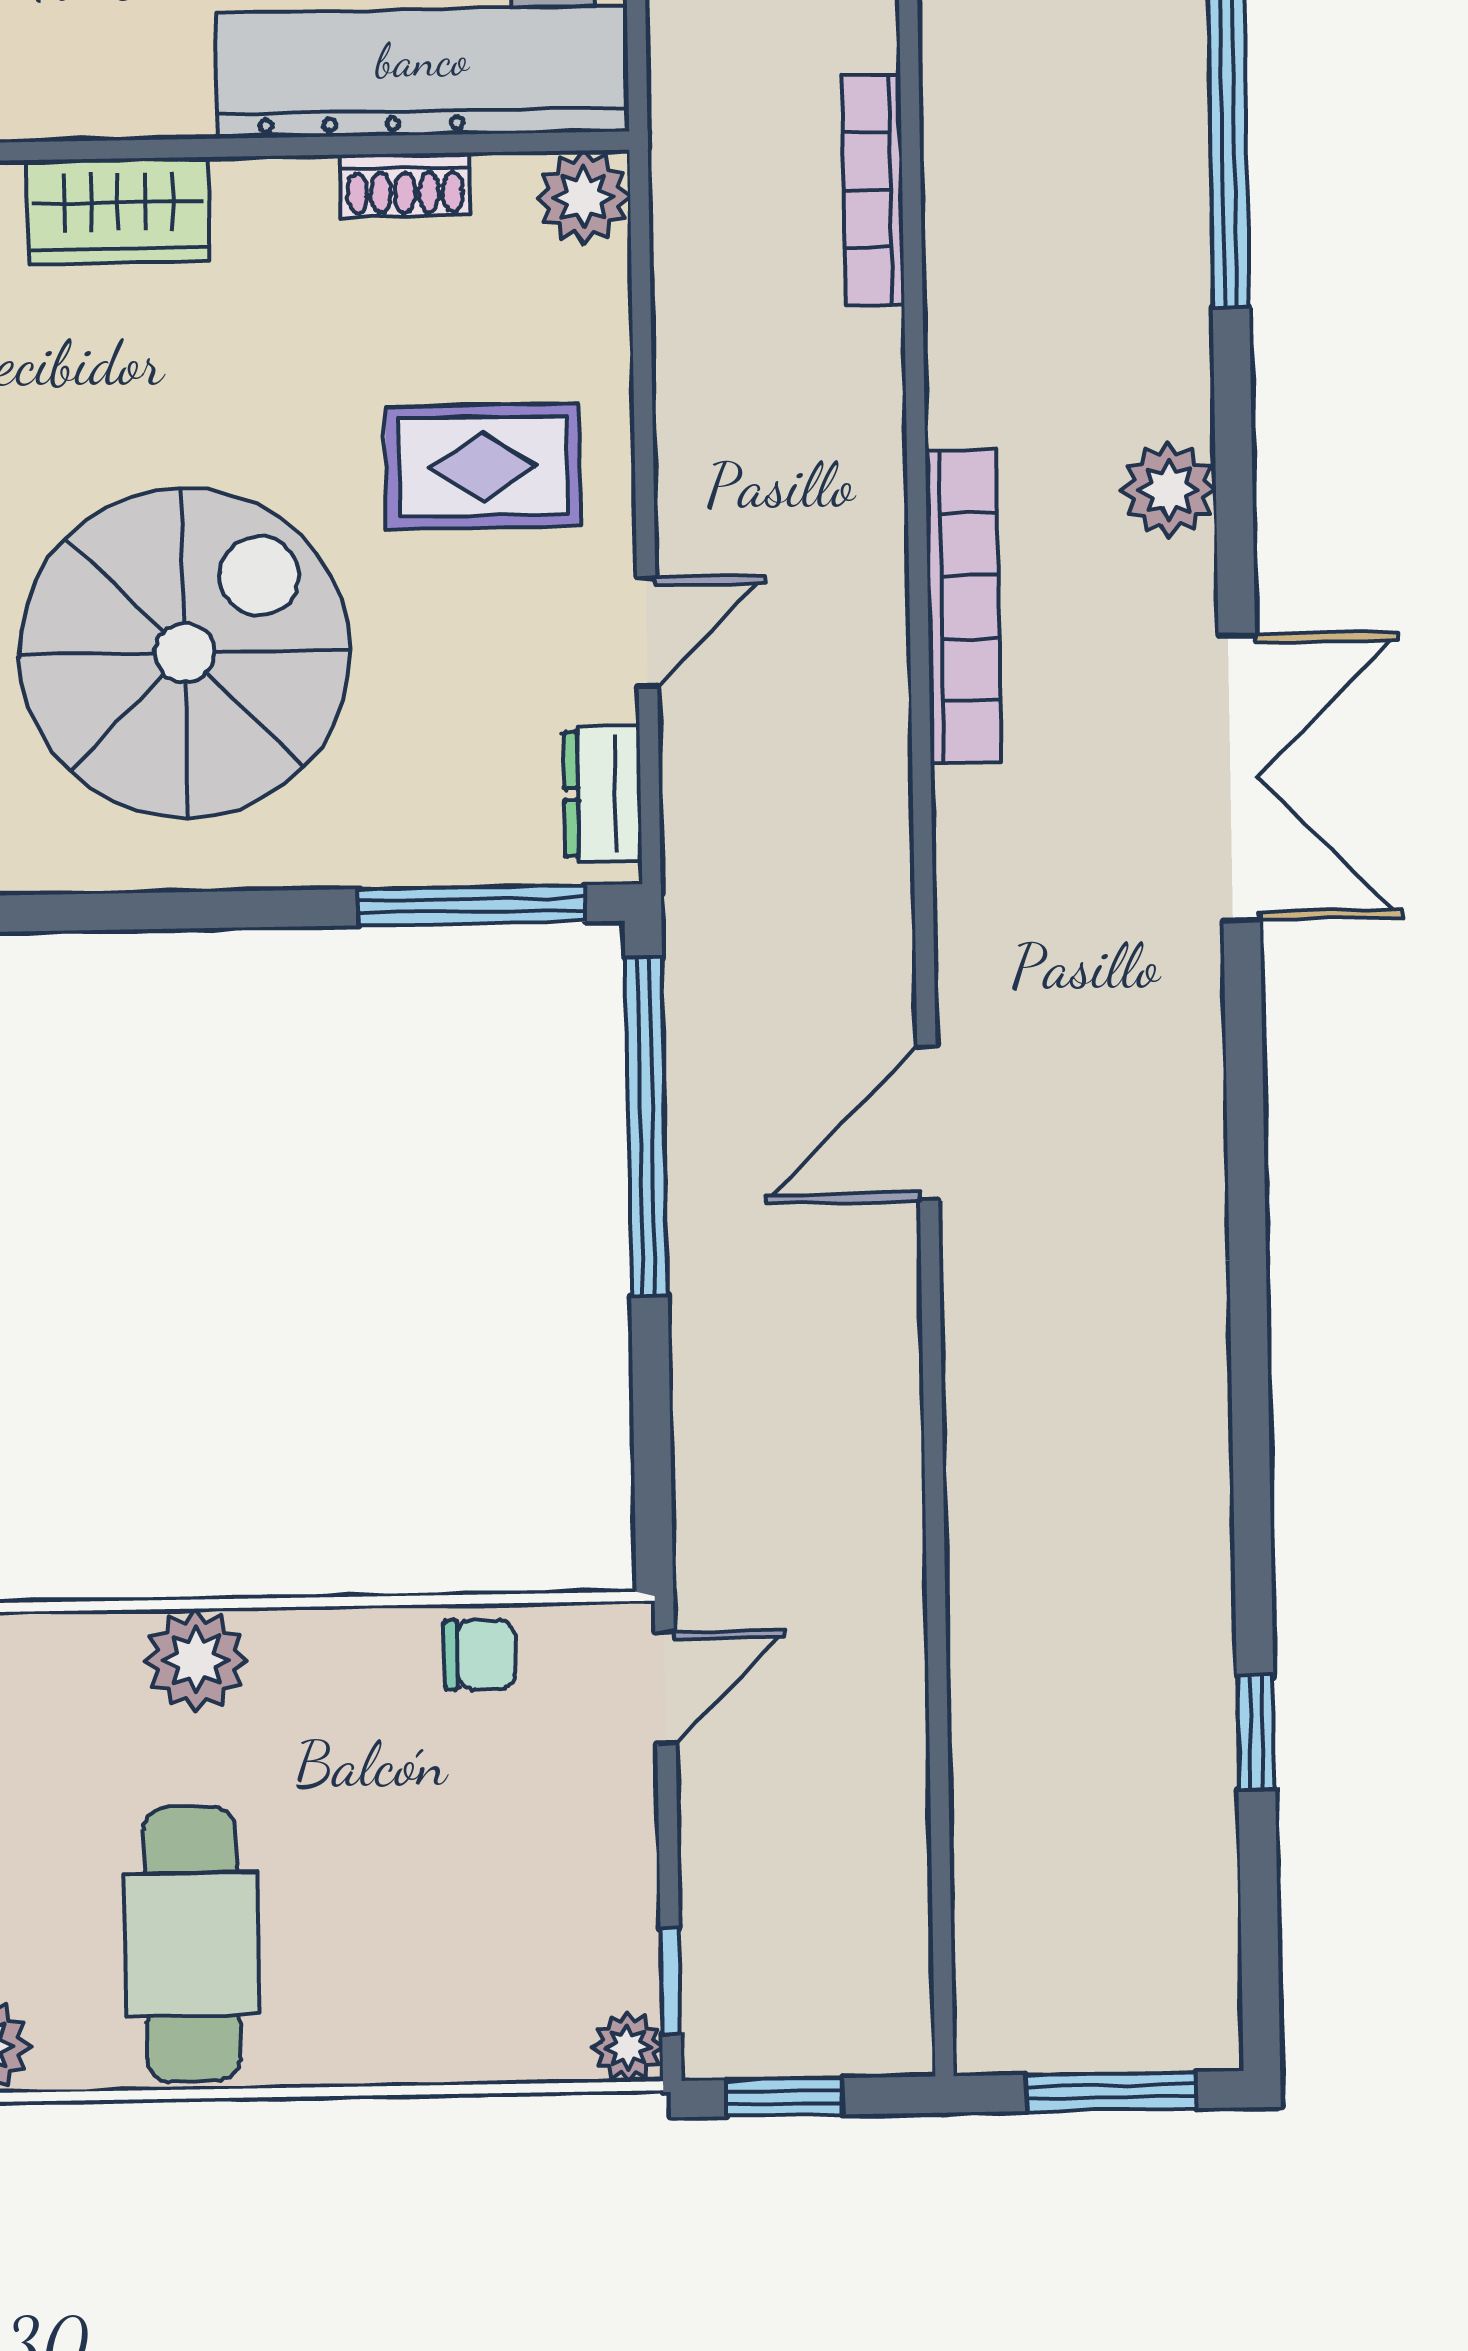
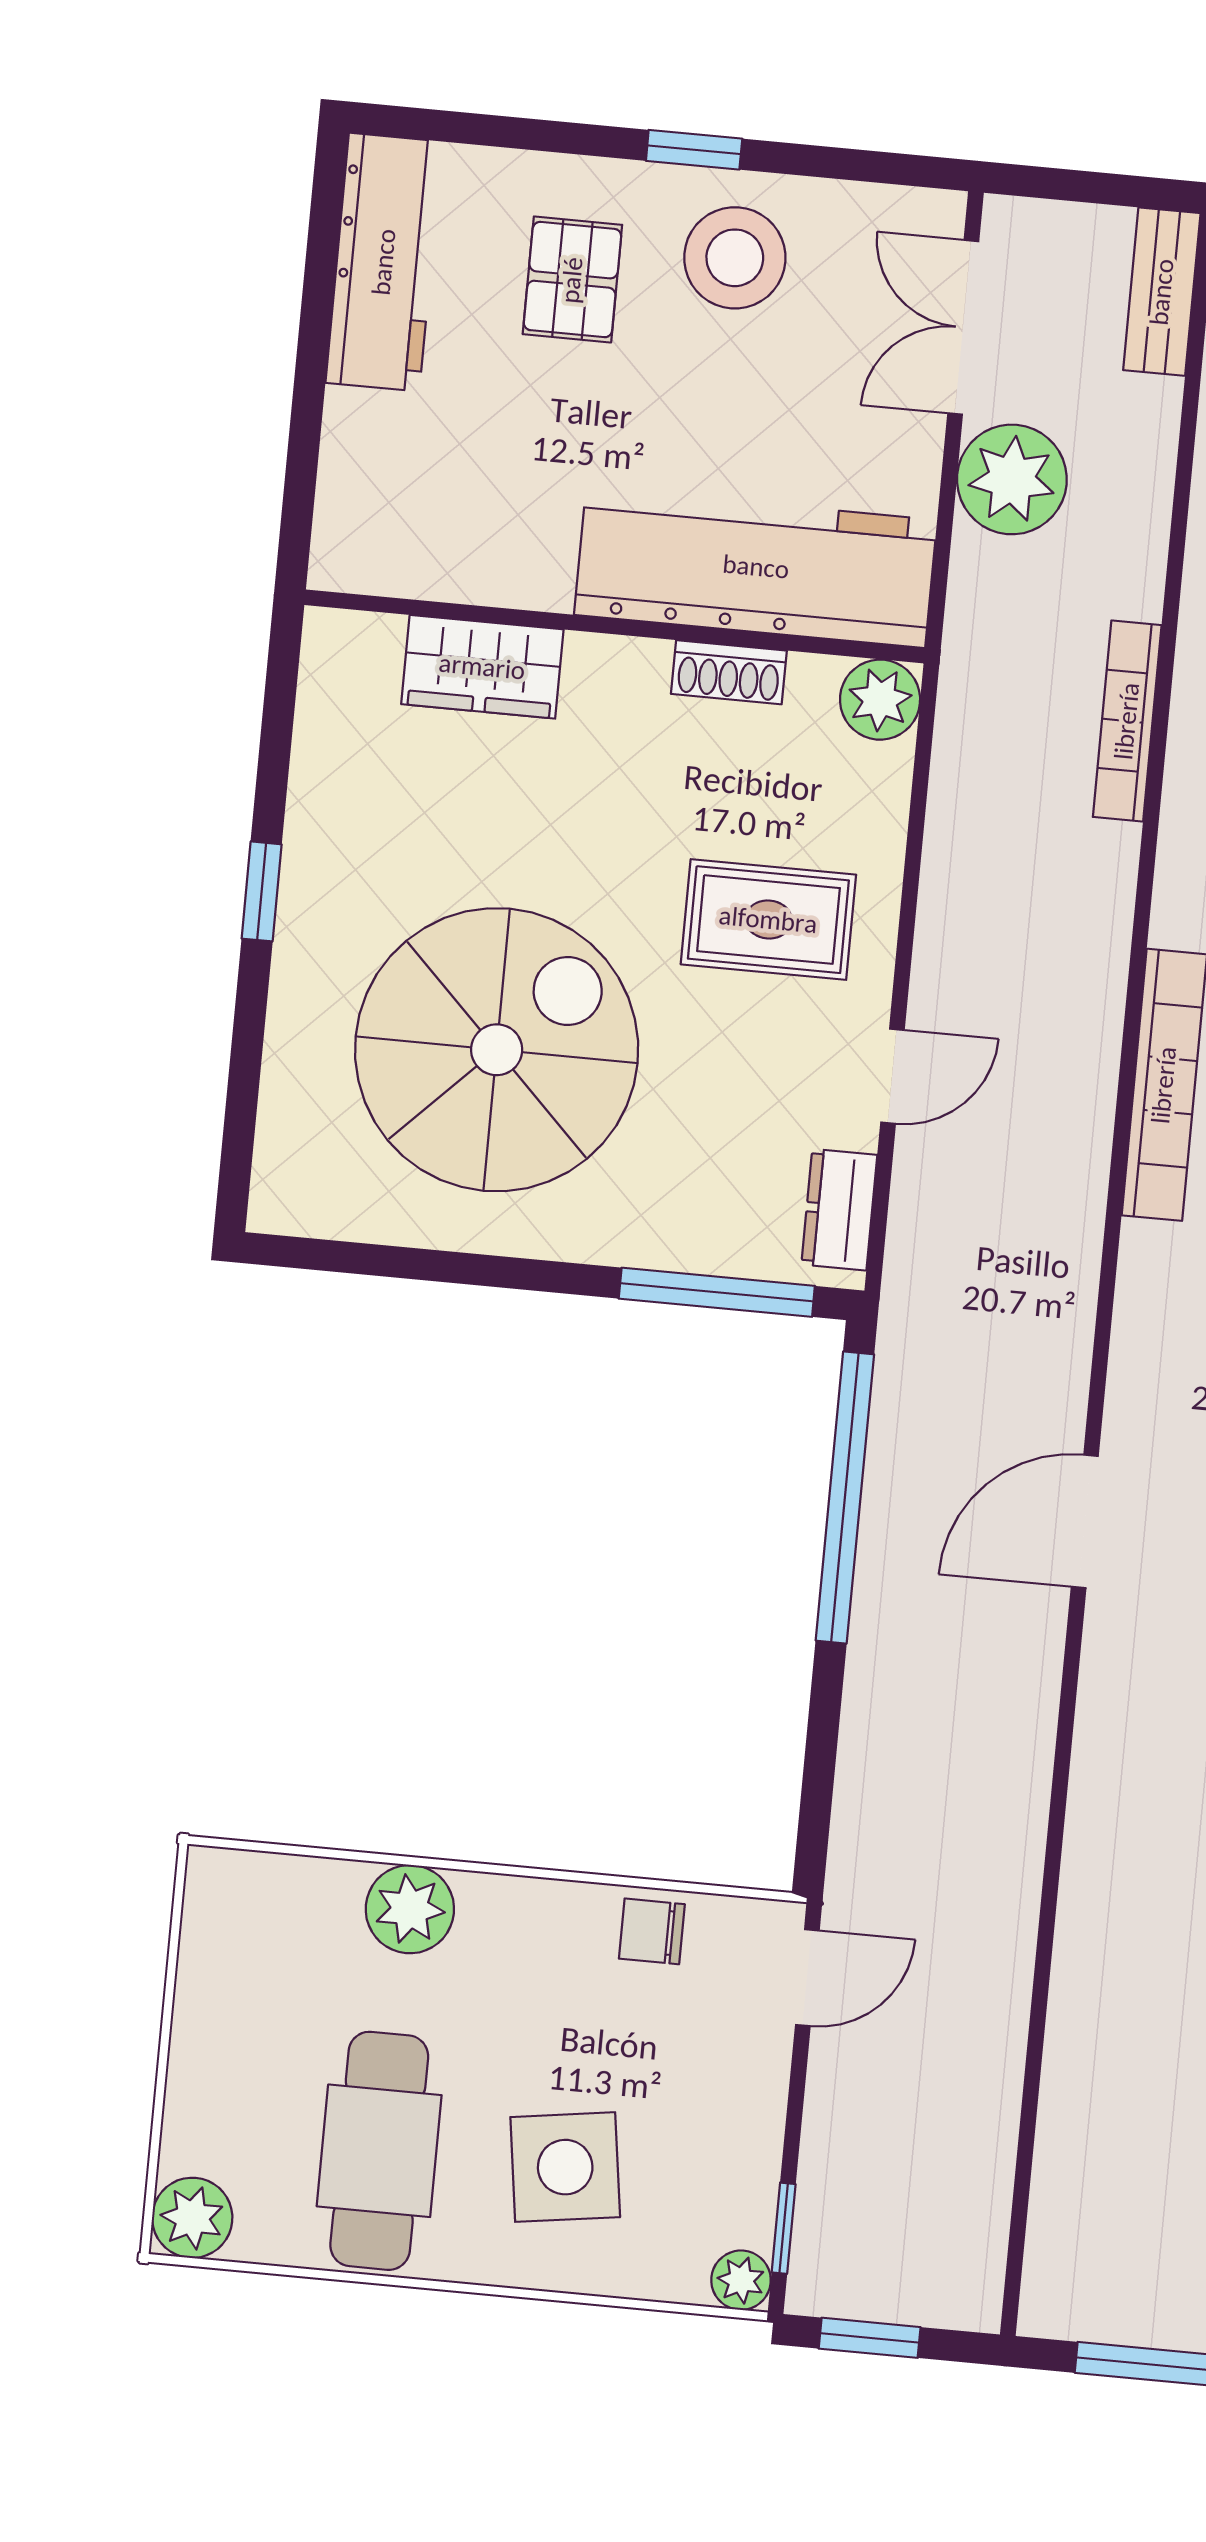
chair: (479, 1655) -> (652, 1931), turned 180
side table: (409, 1939) -> (565, 2167), added

